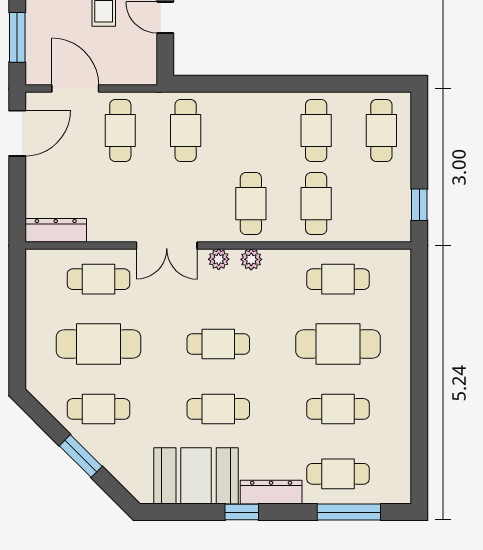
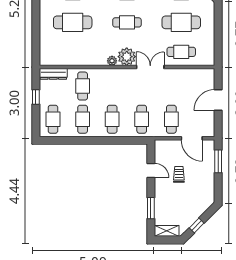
door: (17, 133) -> (218, 100), moved
cafe table: (251, 204) -> (112, 119), moved
window: (419, 205) -> (36, 97), moved
dresser: (56, 230) -> (53, 74), moved
plant: (219, 259) -> (127, 57), width x1.88, depth x1.88
cafe table: (338, 279) -> (73, 52), removed

